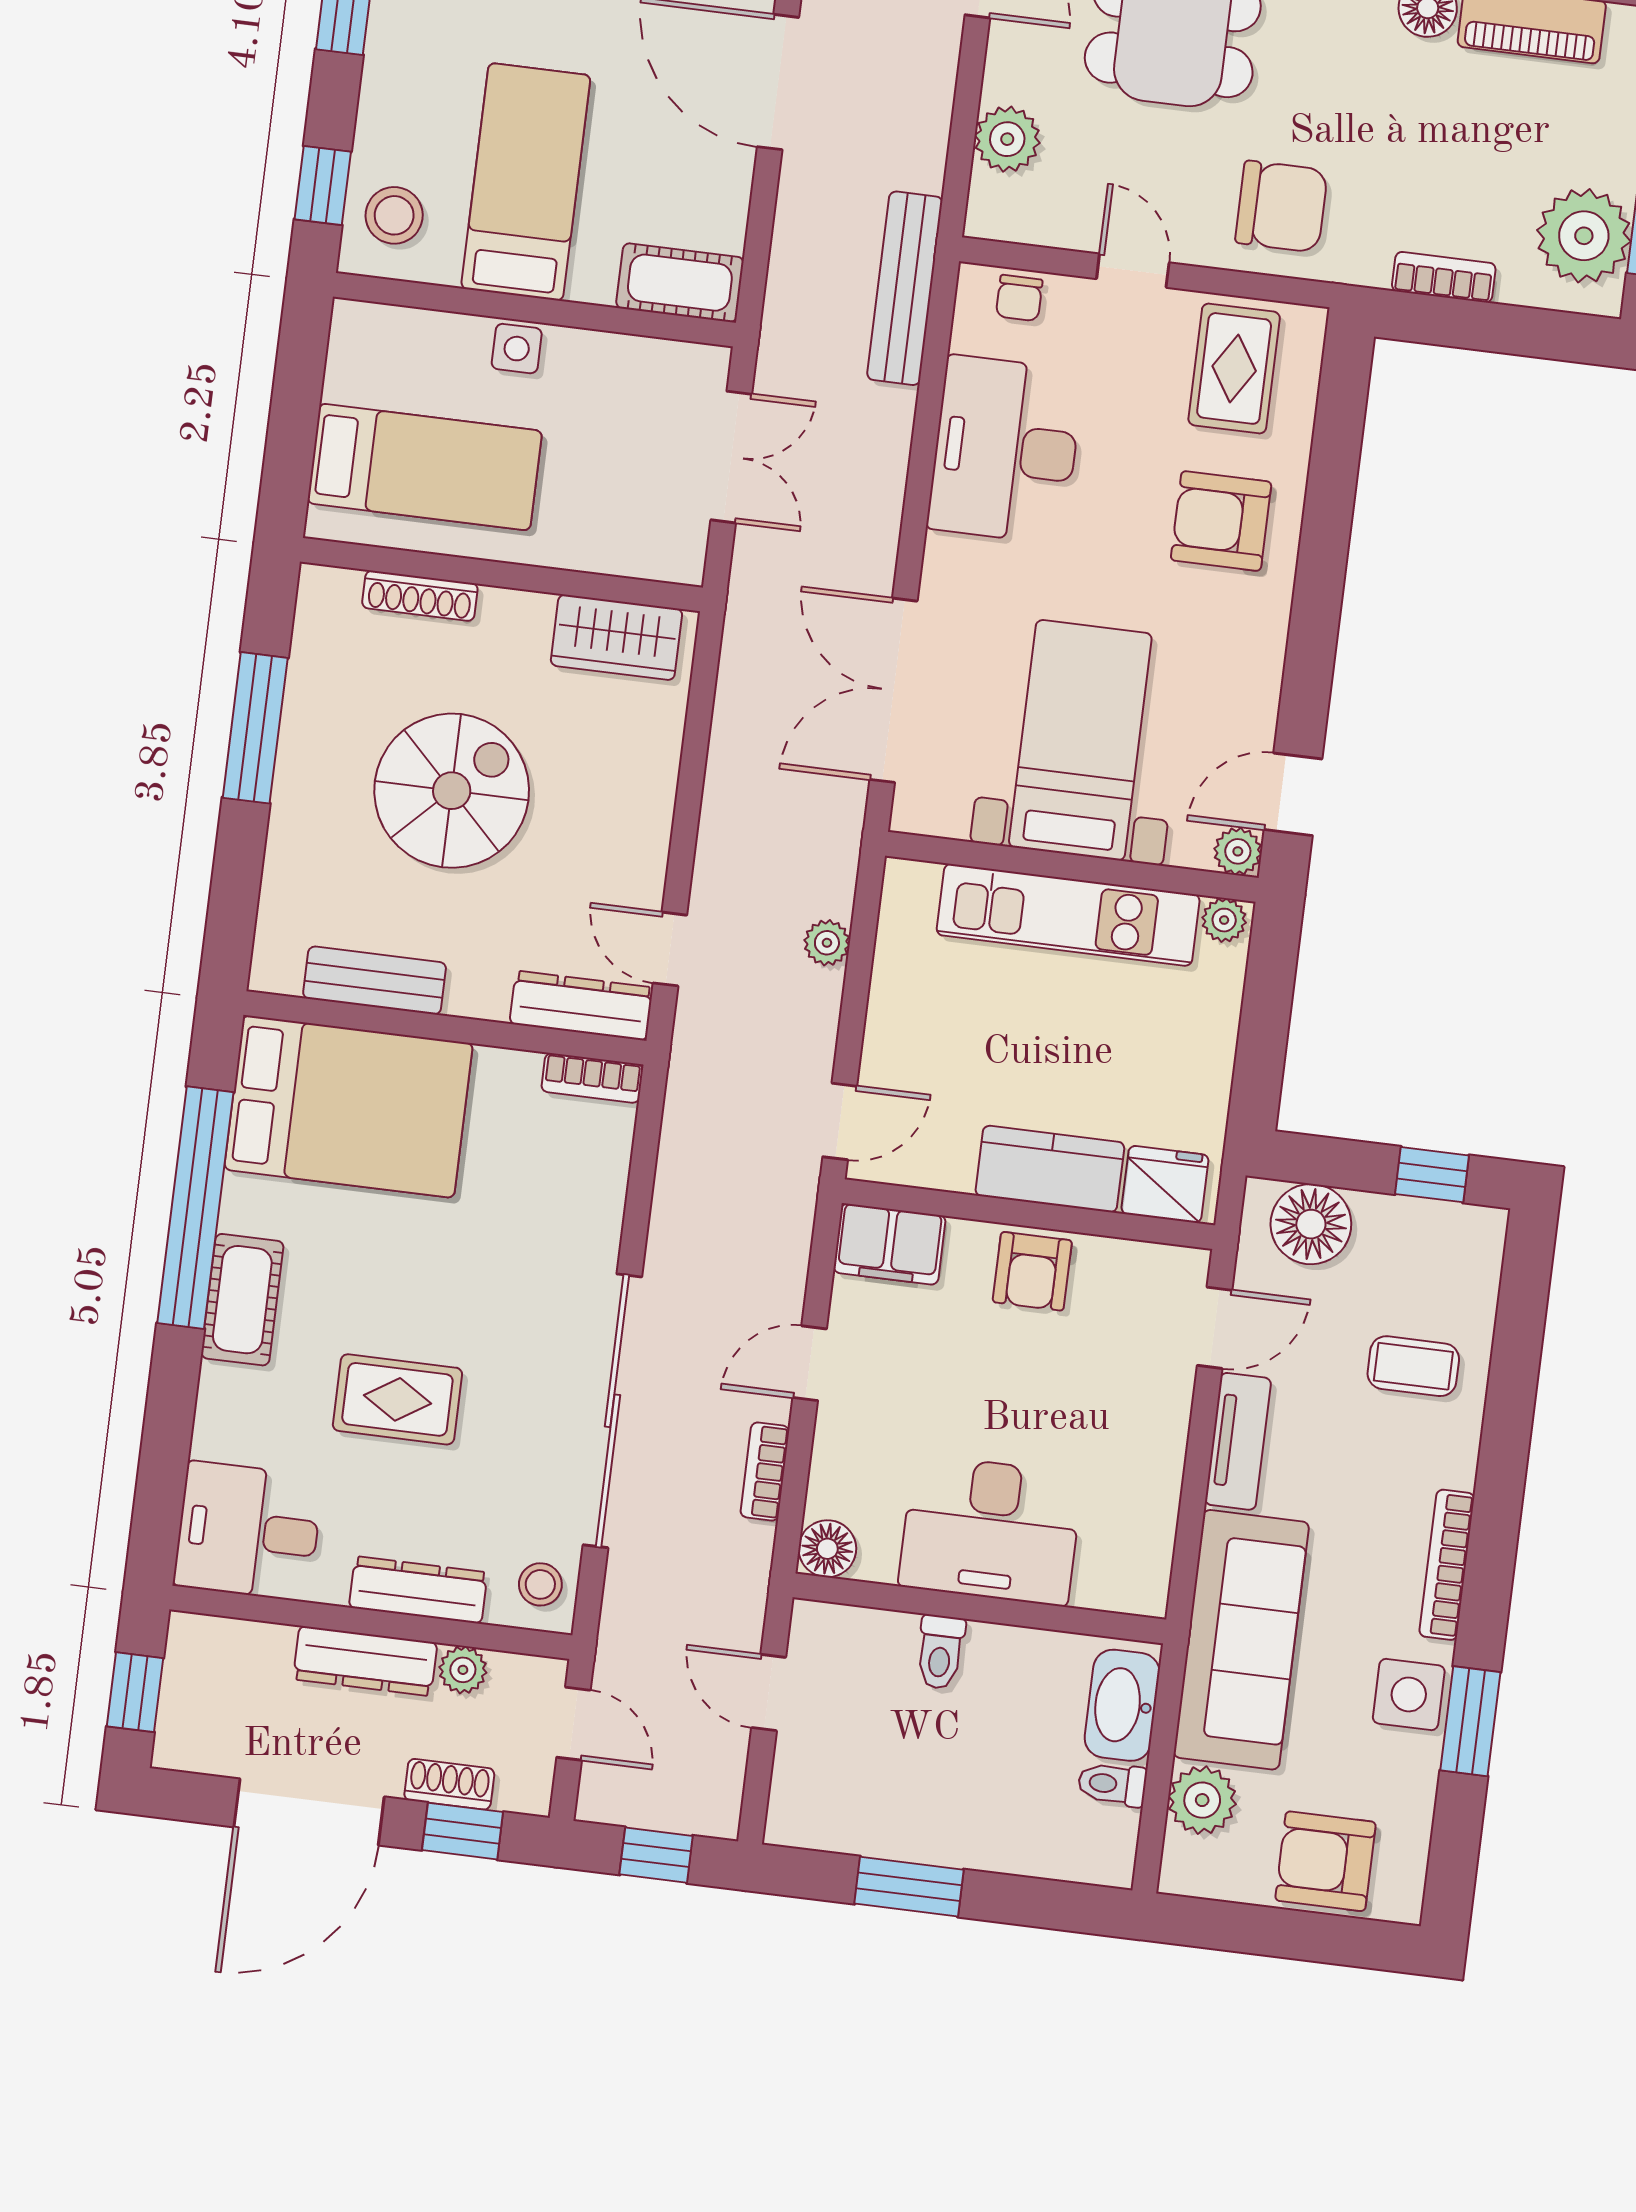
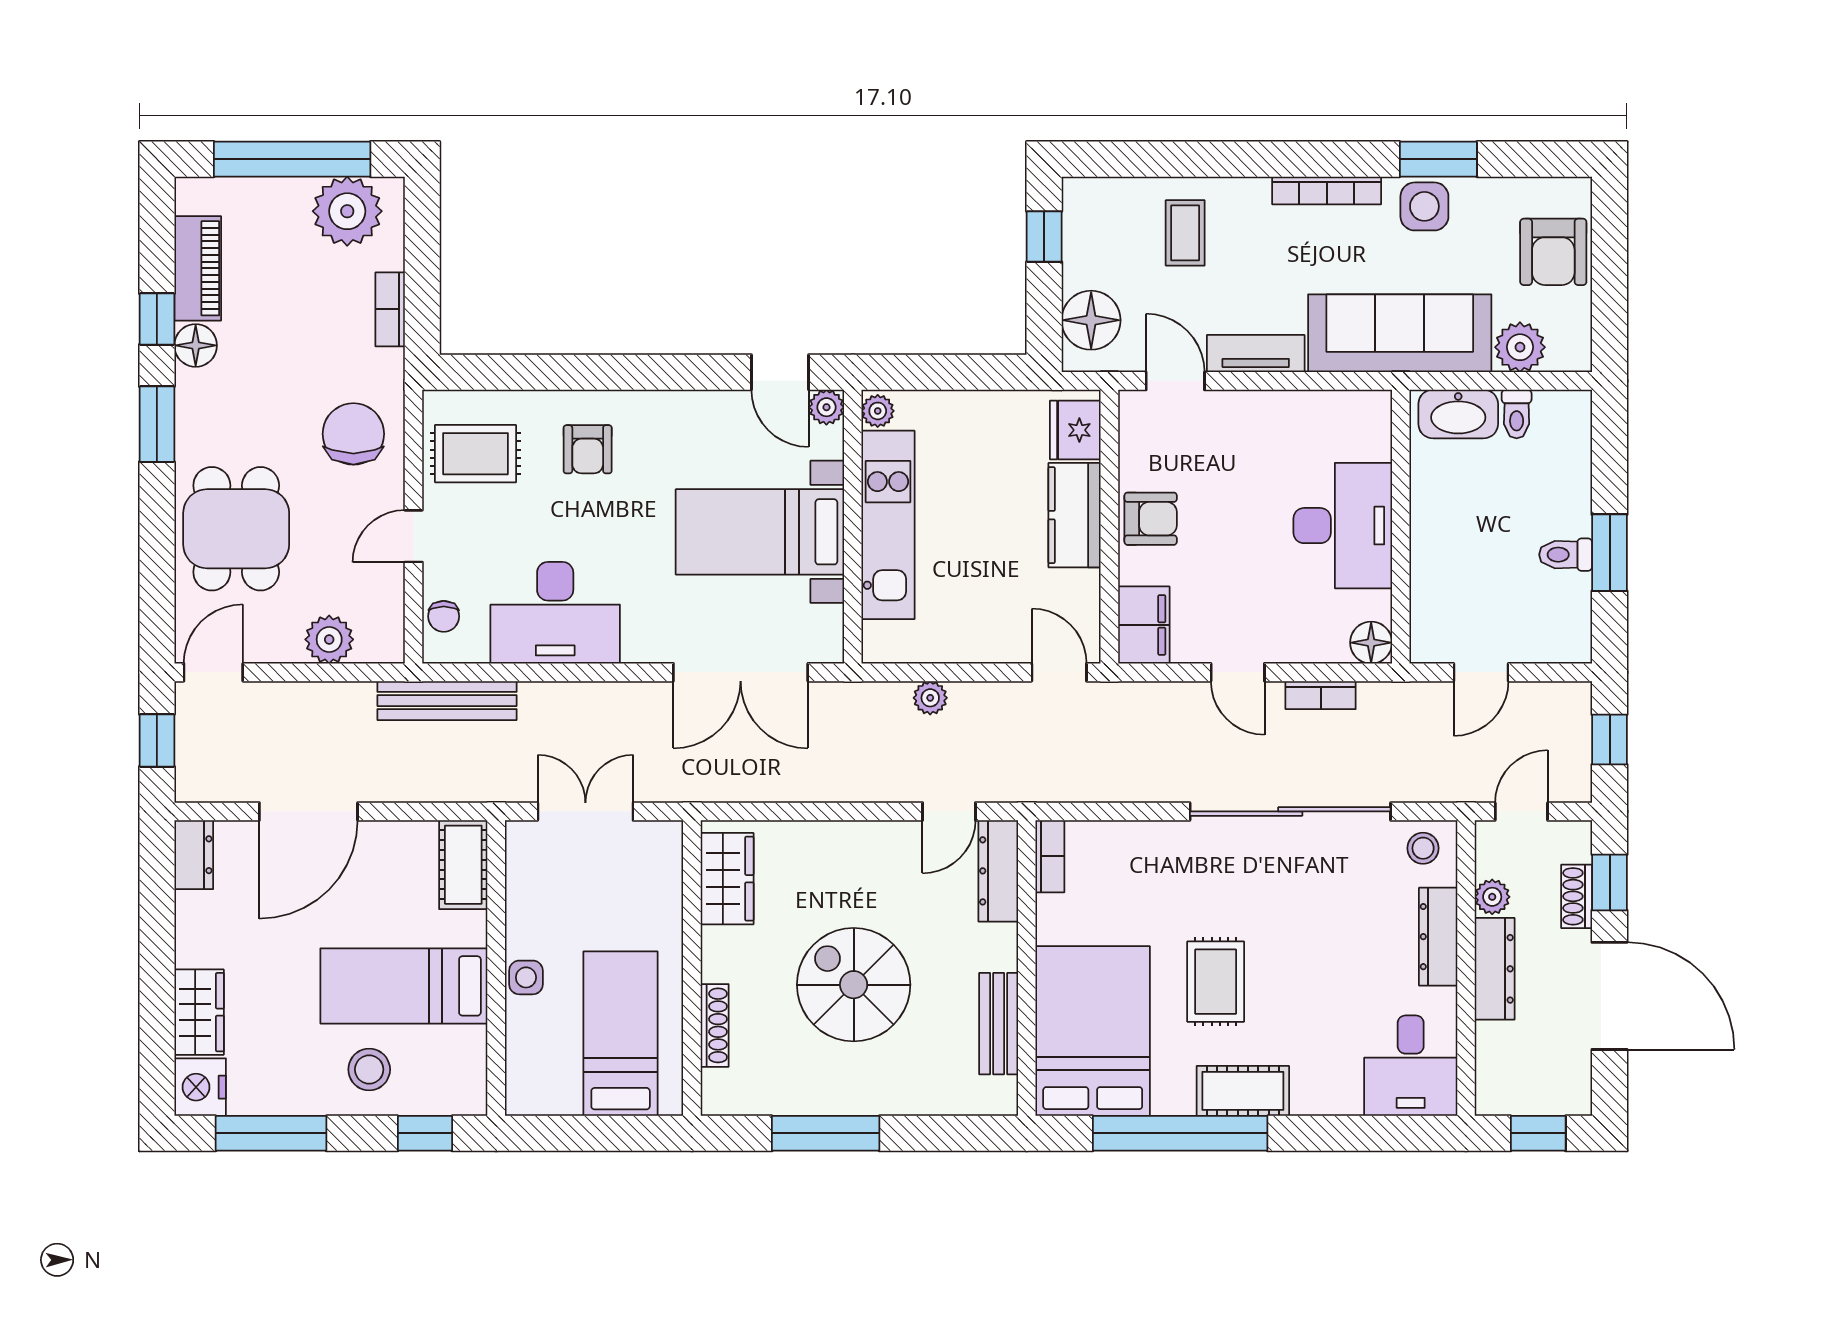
stool: (394, 215) -> (369, 1069), moved
chair: (1019, 298) -> (444, 616), turned 90
armchair: (1221, 521) -> (588, 449), width x0.72, depth x0.72
rug: (397, 1399) -> (1216, 982), moved
toilet: (940, 1652) -> (1566, 555), moved, turned 180

